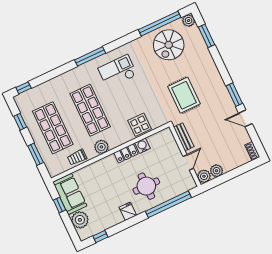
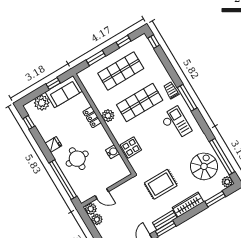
spiral stairs: (169, 45) -> (204, 166), turned 90
wardrobe: (210, 67) -> (188, 205), added
bench: (184, 137) -> (165, 220), moved
locker: (126, 153) -> (92, 117), moved
trolley: (77, 157) -> (171, 90), moved

